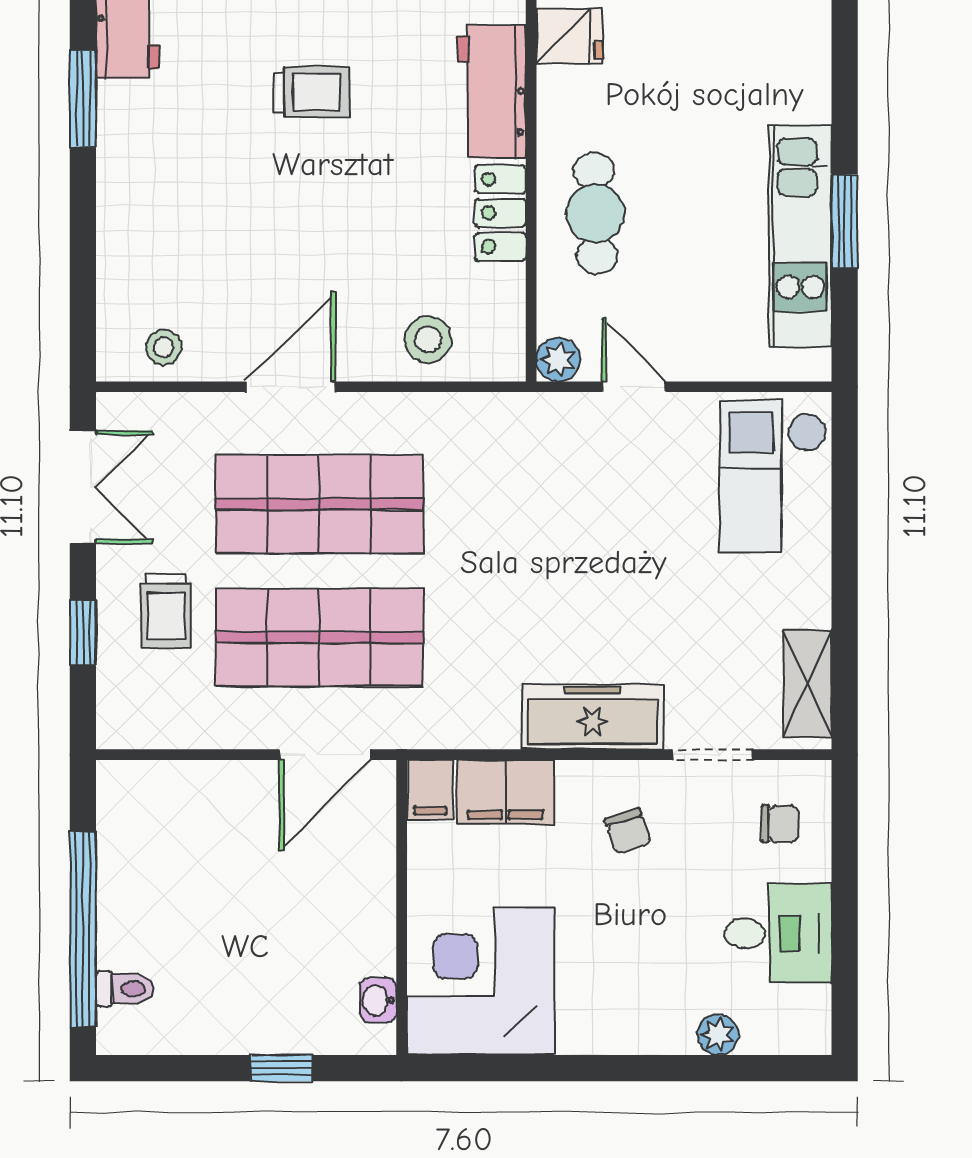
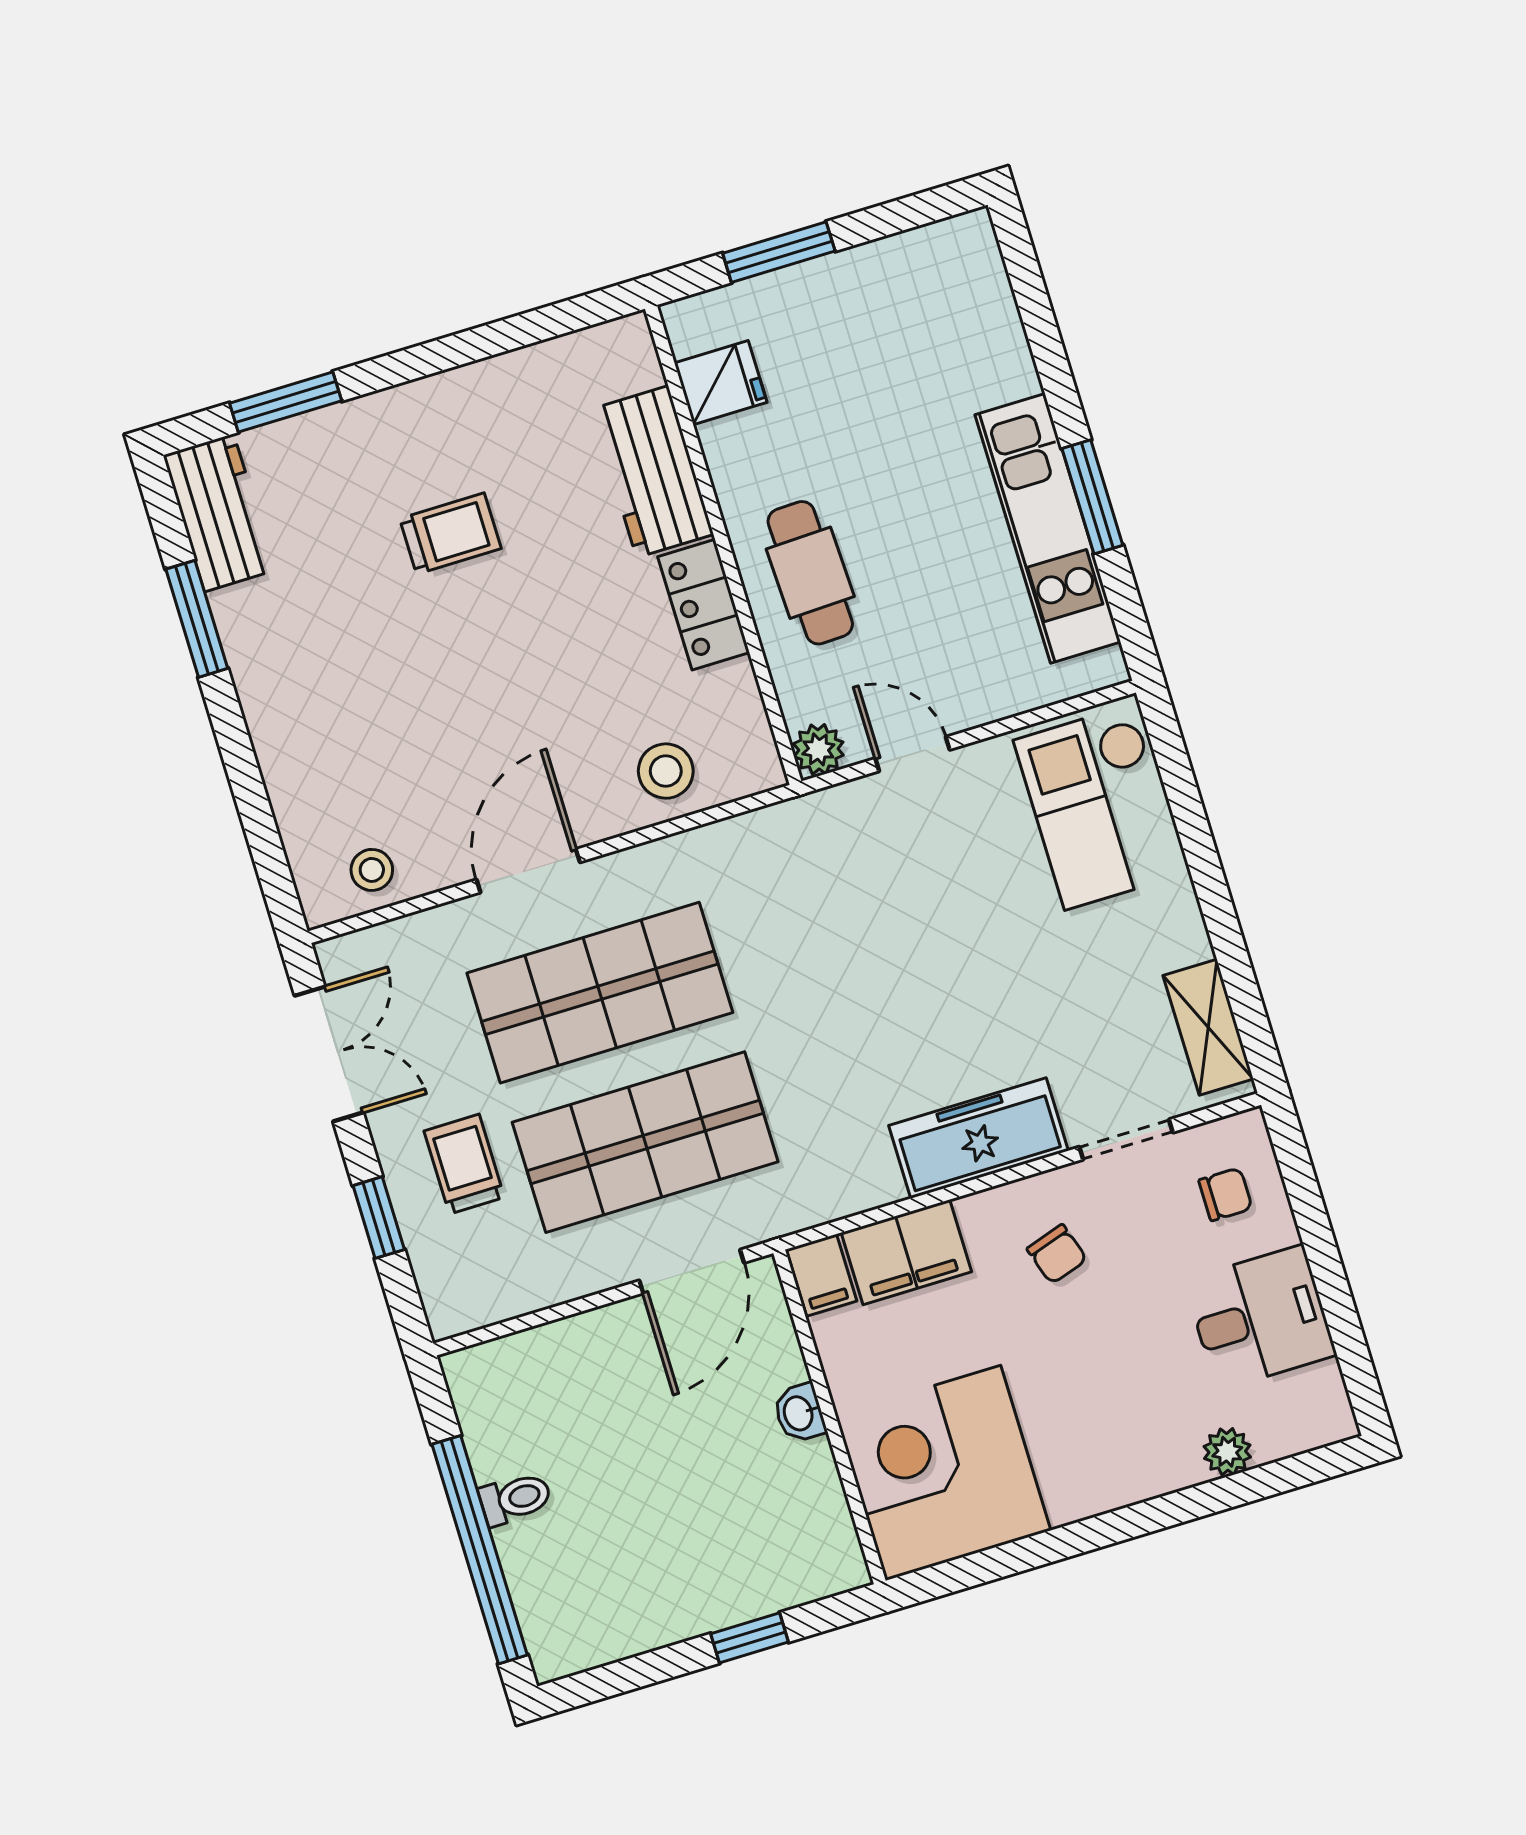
trolley: (166, 610) -> (464, 1164), turned 180
toilet: (125, 989) -> (515, 1499), moved
washbasin: (378, 1000) -> (799, 1413), moved

